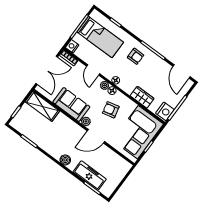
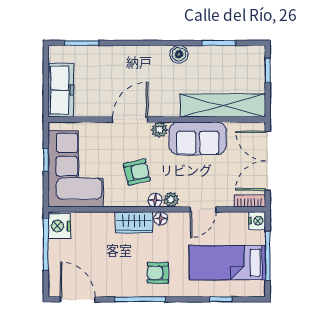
door: (93, 70) -> (203, 209), swing flipped
wardrobe: (142, 97) -> (134, 222), moved
shelving: (42, 106) -> (223, 106), width x1.47
boiler: (65, 160) -> (179, 54), moved
freezer: (90, 176) -> (61, 90), moved, turned -90

